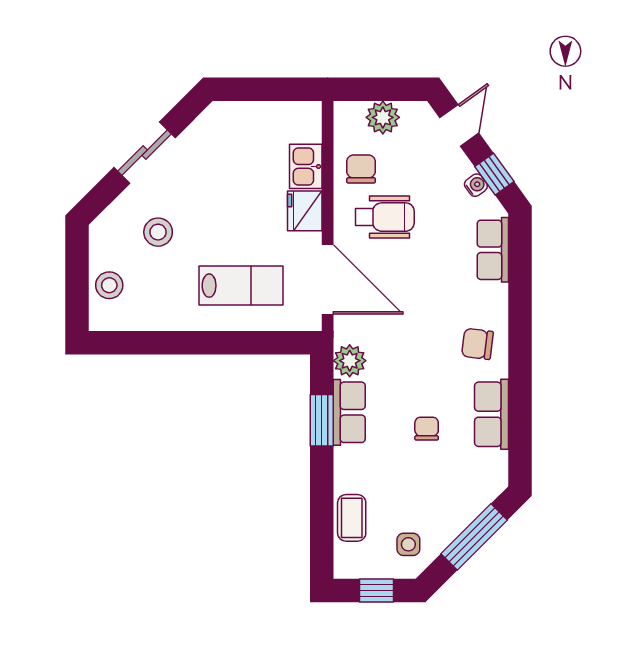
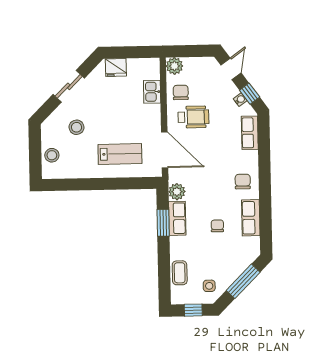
plant: (383, 117) -> (174, 66), moved
fridge: (305, 211) -> (116, 67), moved, turned -90
chair: (477, 344) -> (243, 182), turned 83

